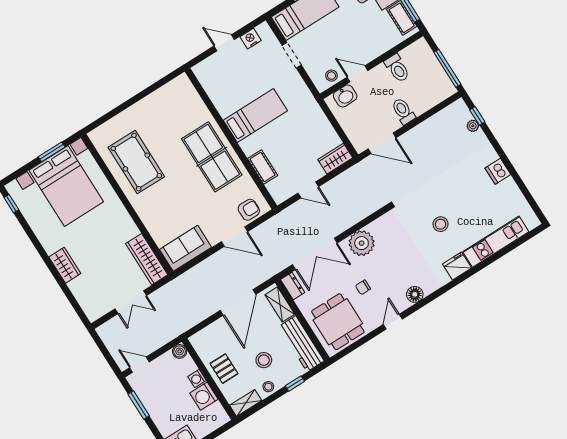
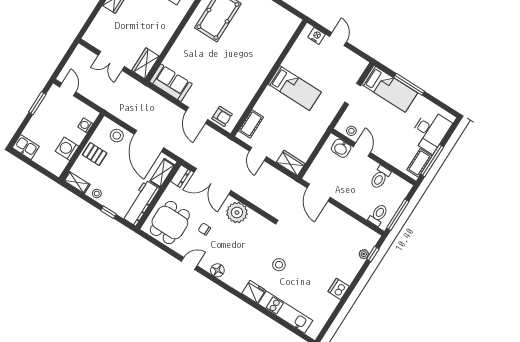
nightstand: (251, 39) -> (317, 36), moved
toilet: (403, 111) -> (378, 215), moved
table tennis table: (212, 157) -> (248, 70), removed
cot: (263, 167) -> (251, 124), moved
wardrobe: (147, 259) -> (145, 63), width x0.67
door: (238, 302) -> (149, 141), hinge flipped
boiler: (180, 351) -> (92, 115), removed
stool: (264, 360) -> (117, 136), moved
pallet: (224, 369) -> (95, 154), turned 90
washing machine: (197, 379) -> (85, 125), moved

